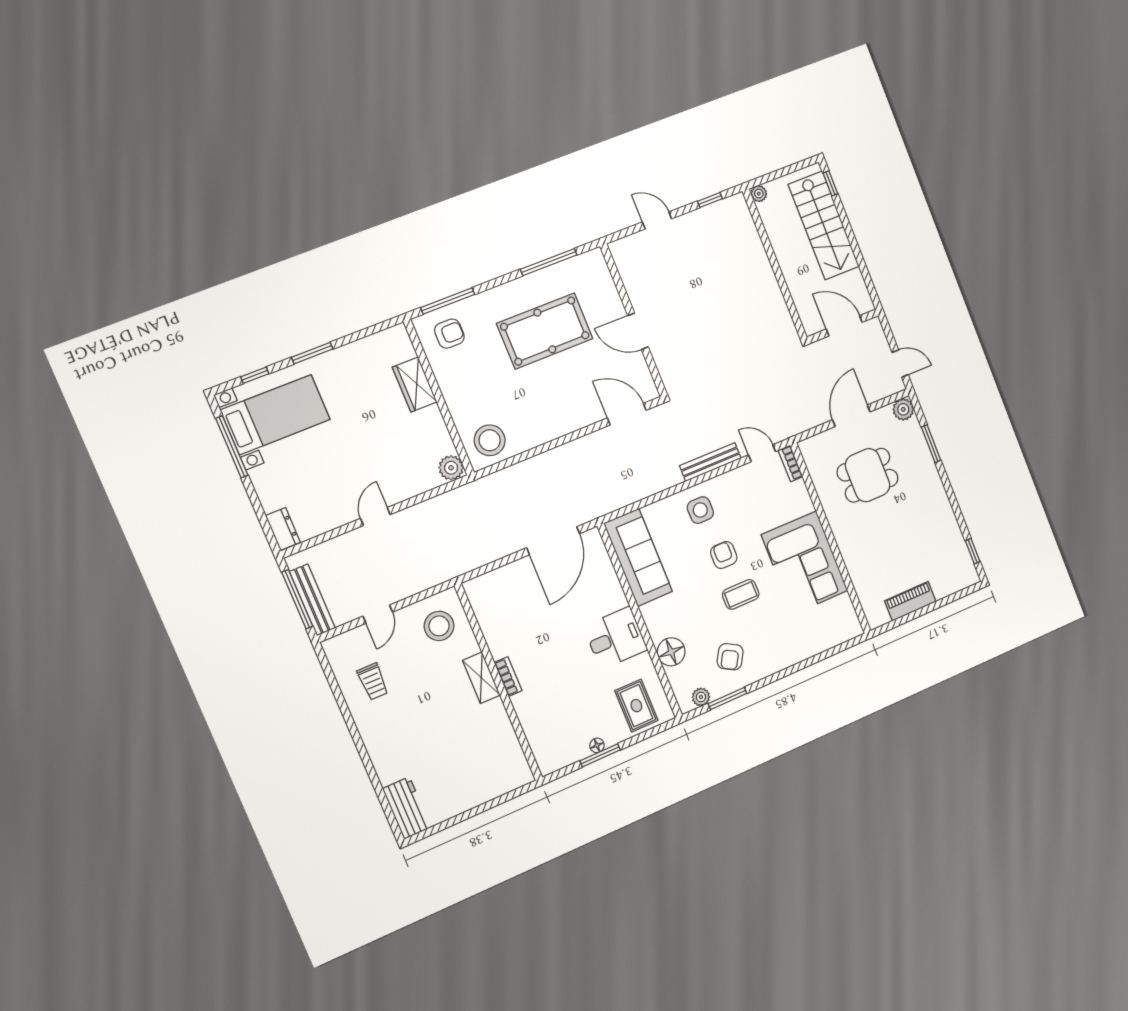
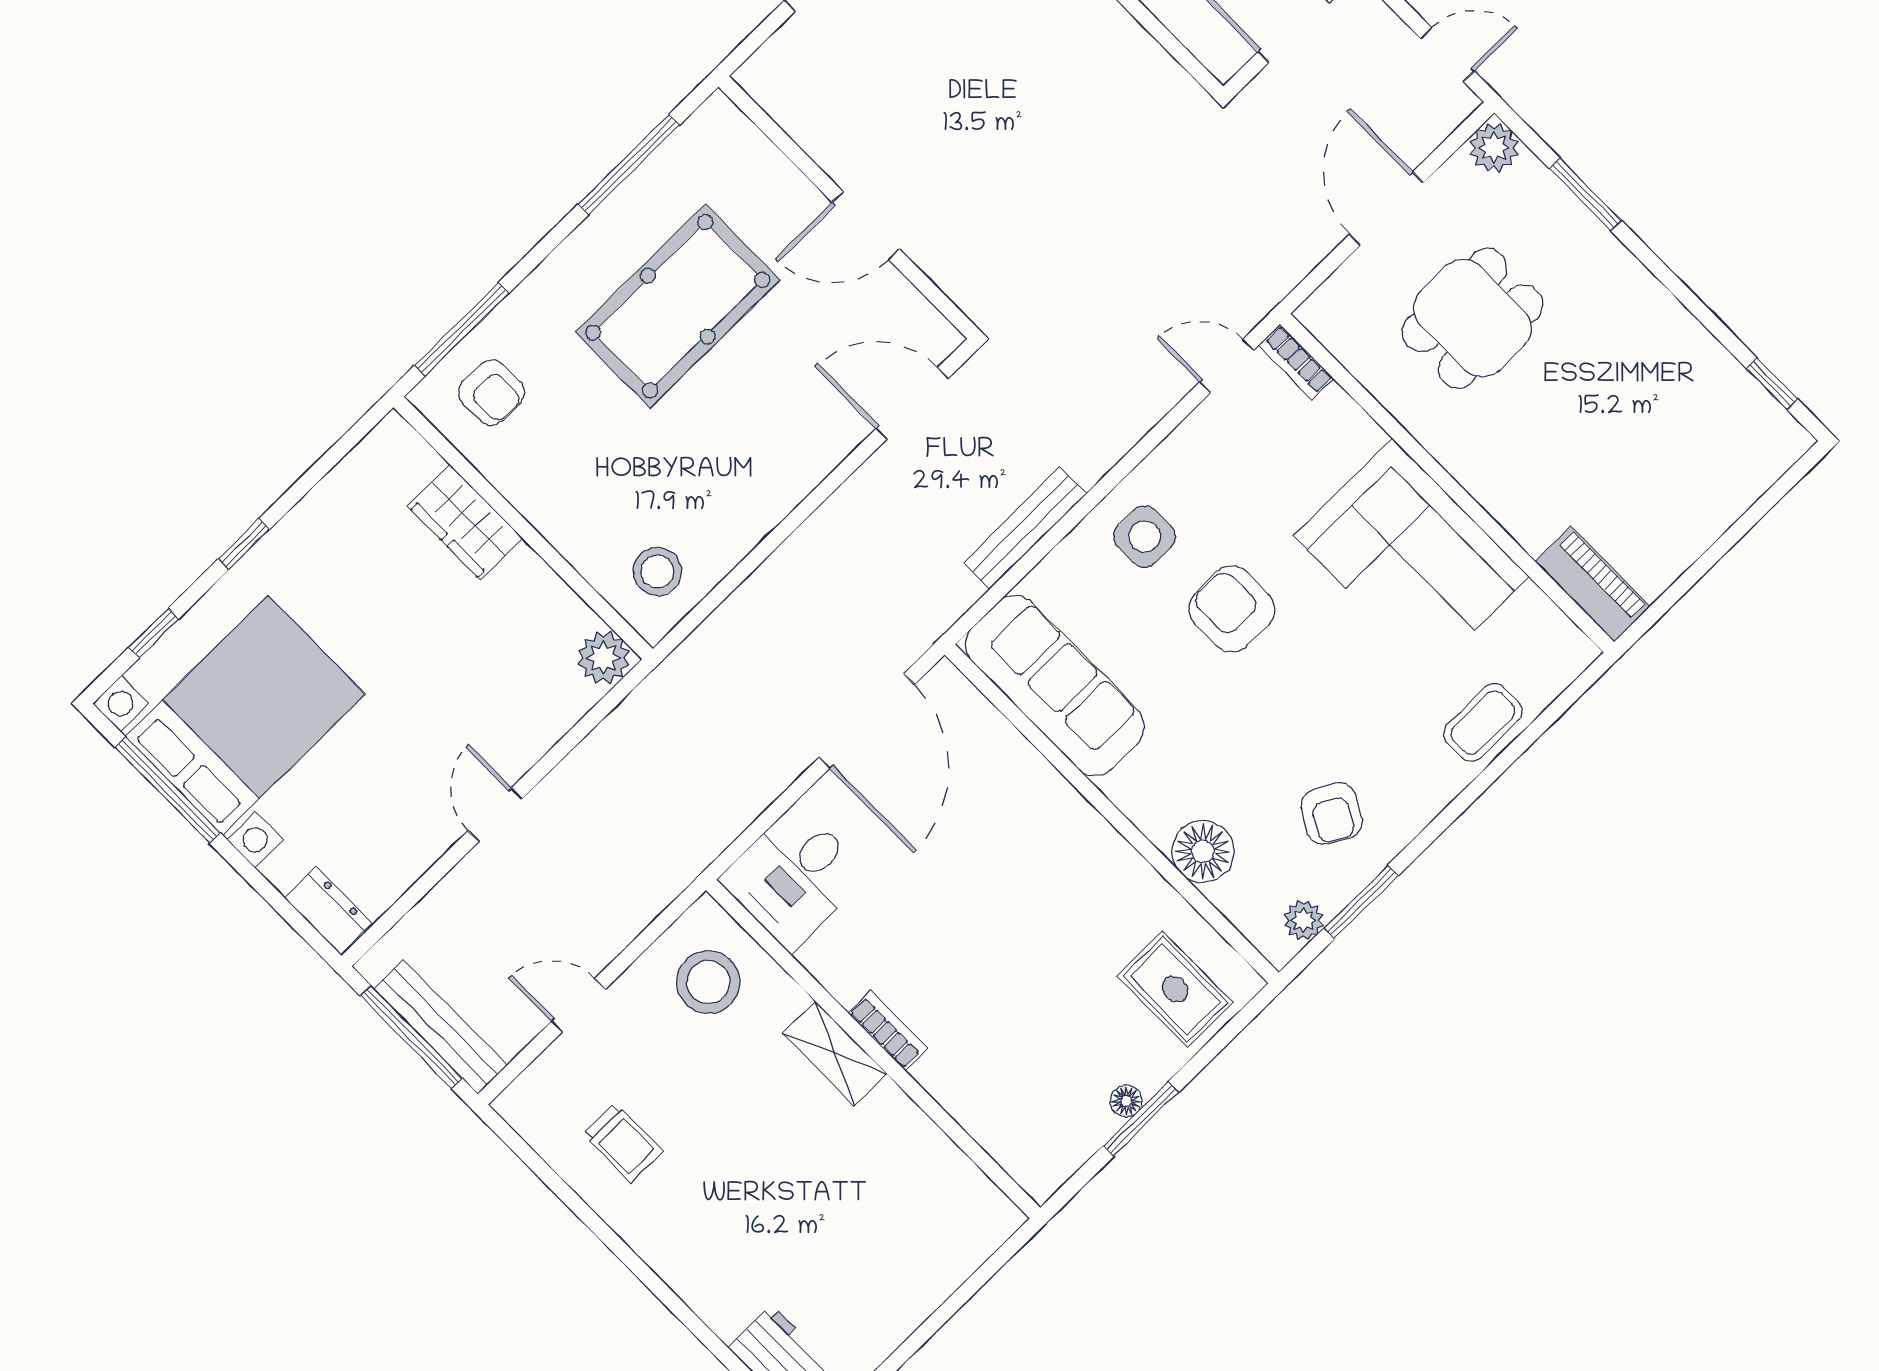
armchair: (449, 334) -> (492, 393), turned 90
window: (312, 353) -> (244, 544), width x0.67
bed with nightstands: (275, 415) -> (245, 715), width x1.36
stool: (490, 440) -> (657, 571), width x0.73, depth x0.73
bench: (710, 462) -> (1025, 528), moved
armchair: (724, 555) -> (1232, 609), width x1.38, depth x1.38
coffee table: (741, 594) -> (1483, 722), moved
piano: (910, 601) -> (1593, 584), moved, turned 90
door: (378, 614) -> (578, 1005), swing flipped
desk: (615, 638) -> (794, 877), moved, turned 180

